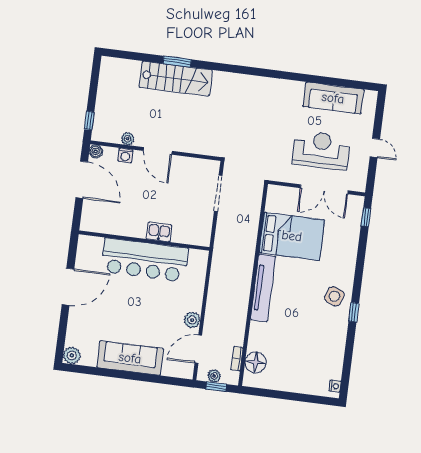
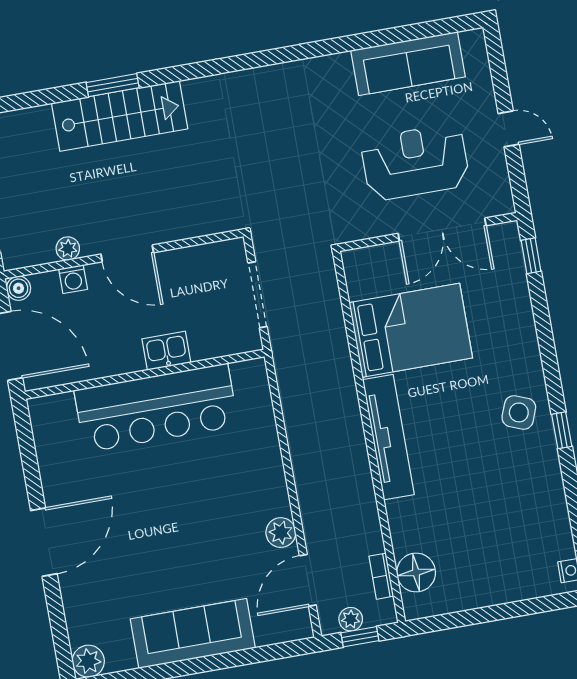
kitchen sink: (159, 232) -> (166, 351), moved
wall: (144, 241) -> (145, 374), moved
bar counter: (145, 260) -> (156, 408), moved

